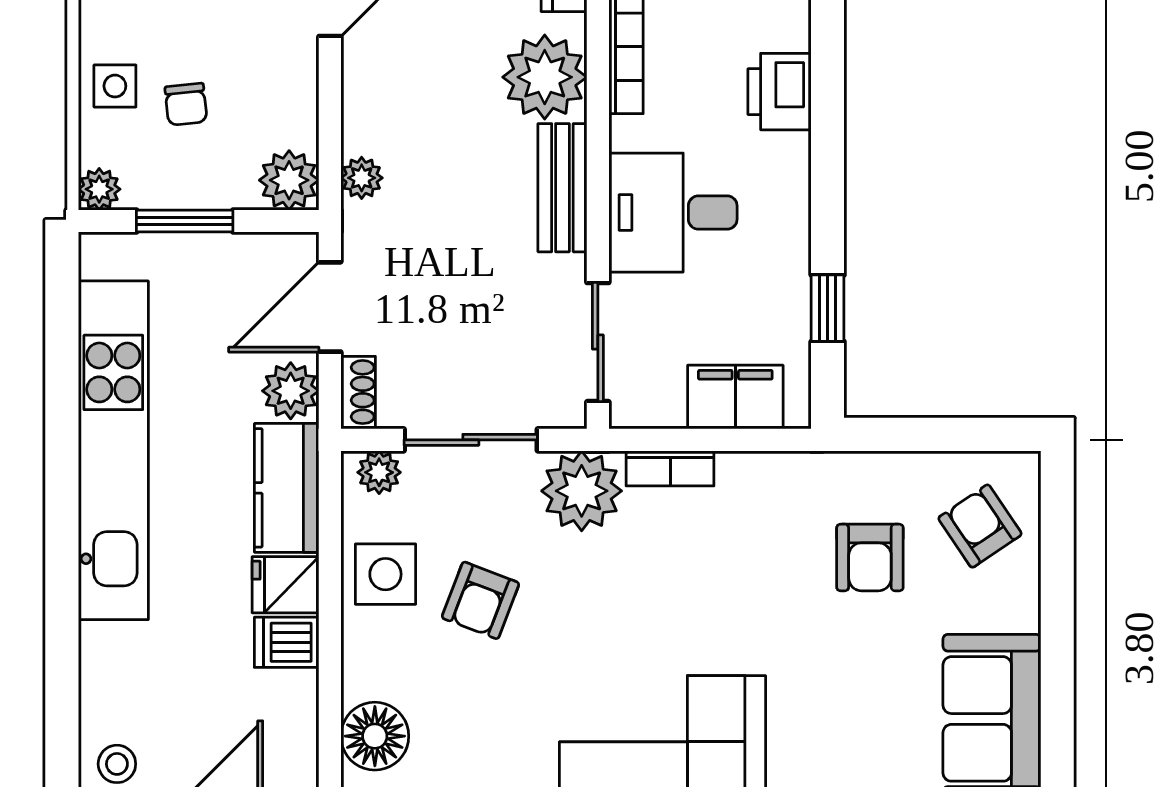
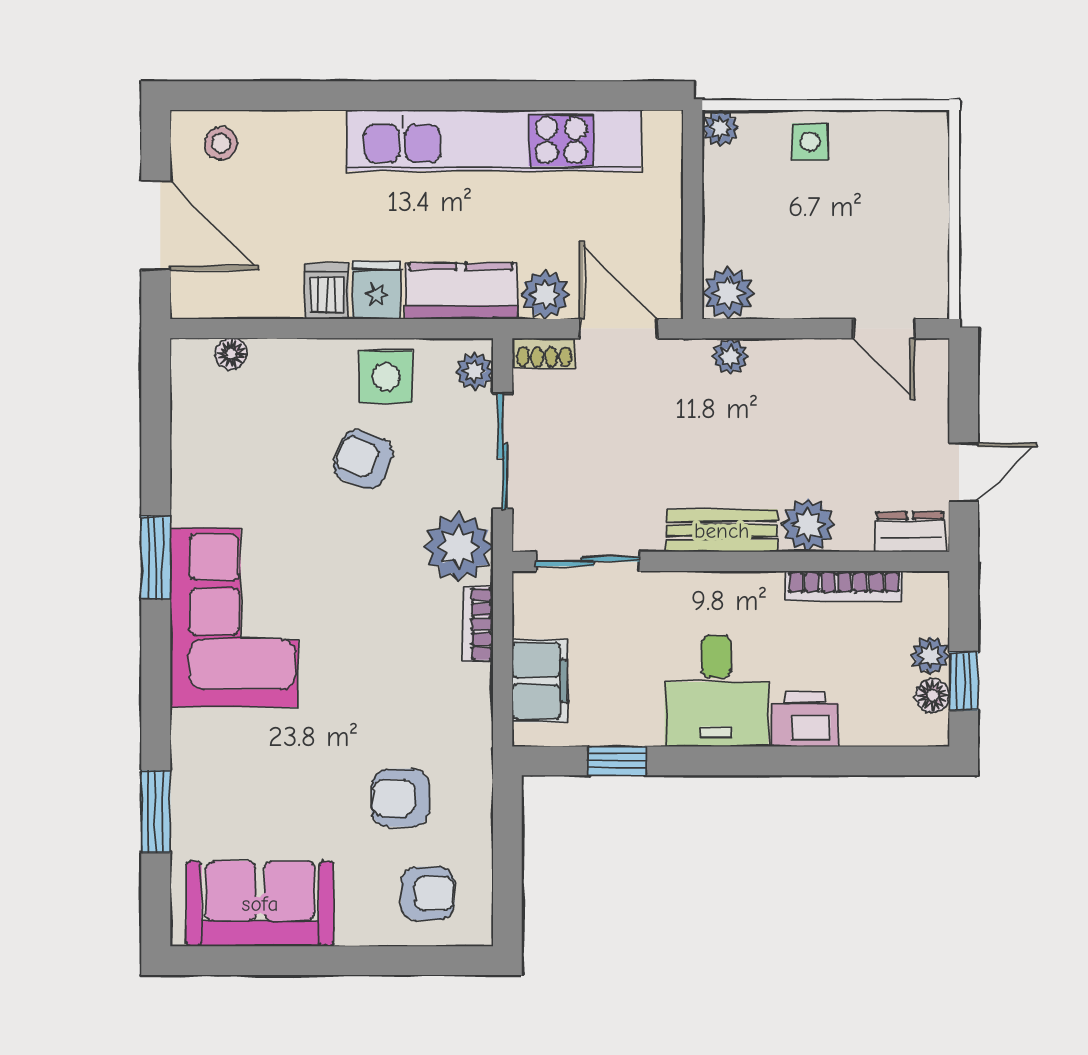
plant: (545, 77) -> (808, 525), width x0.73, depth x0.73
chair: (186, 104) -> (794, 203), removed
desk: (673, 213) -> (717, 691), moved, turned 180
window: (185, 221) -> (693, 202), removed
armchair: (980, 526) -> (428, 893), turned 34
floor lamp: (375, 736) -> (231, 354), width x0.53, depth x0.53

